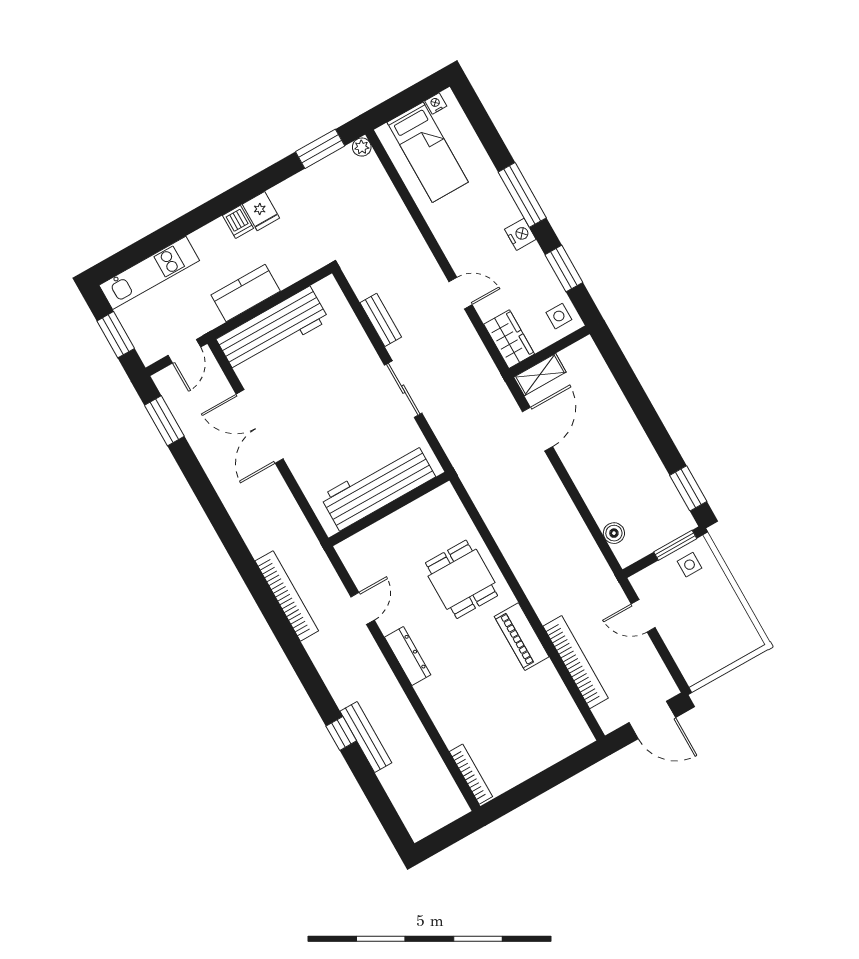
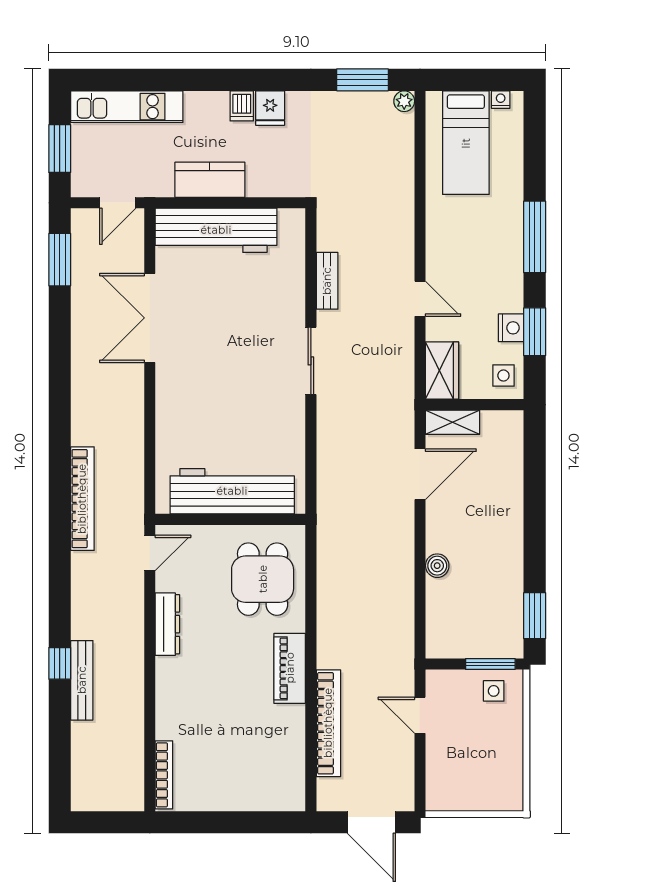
nightstand: (520, 234) -> (511, 328), moved
workbench: (378, 487) -> (232, 491), moved
wall: (389, 509) -> (230, 519), moved
boiler: (614, 533) -> (437, 566), moved

